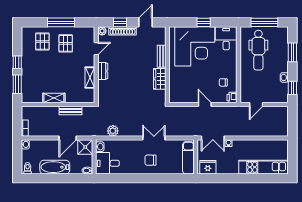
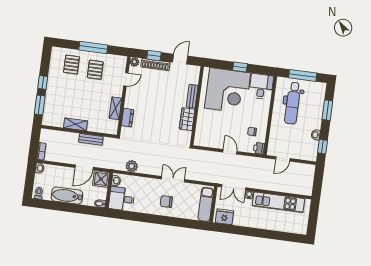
dresser: (103, 71) -> (128, 118), moved
kitchen unit: (264, 167) -> (278, 202), moved, turned 180

